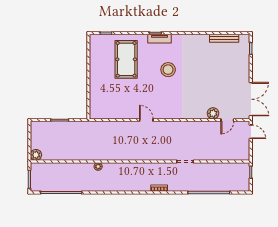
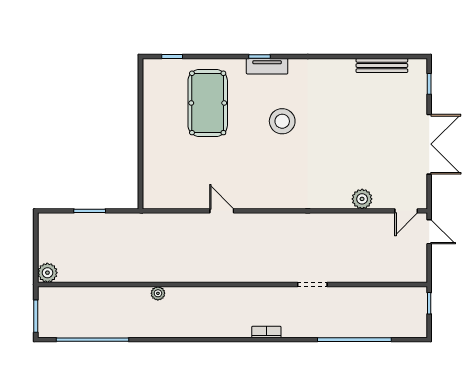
double door: (251, 99) -> (429, 144), moved
door: (146, 120) -> (222, 211), moved
door: (227, 120) -> (406, 211), moved

